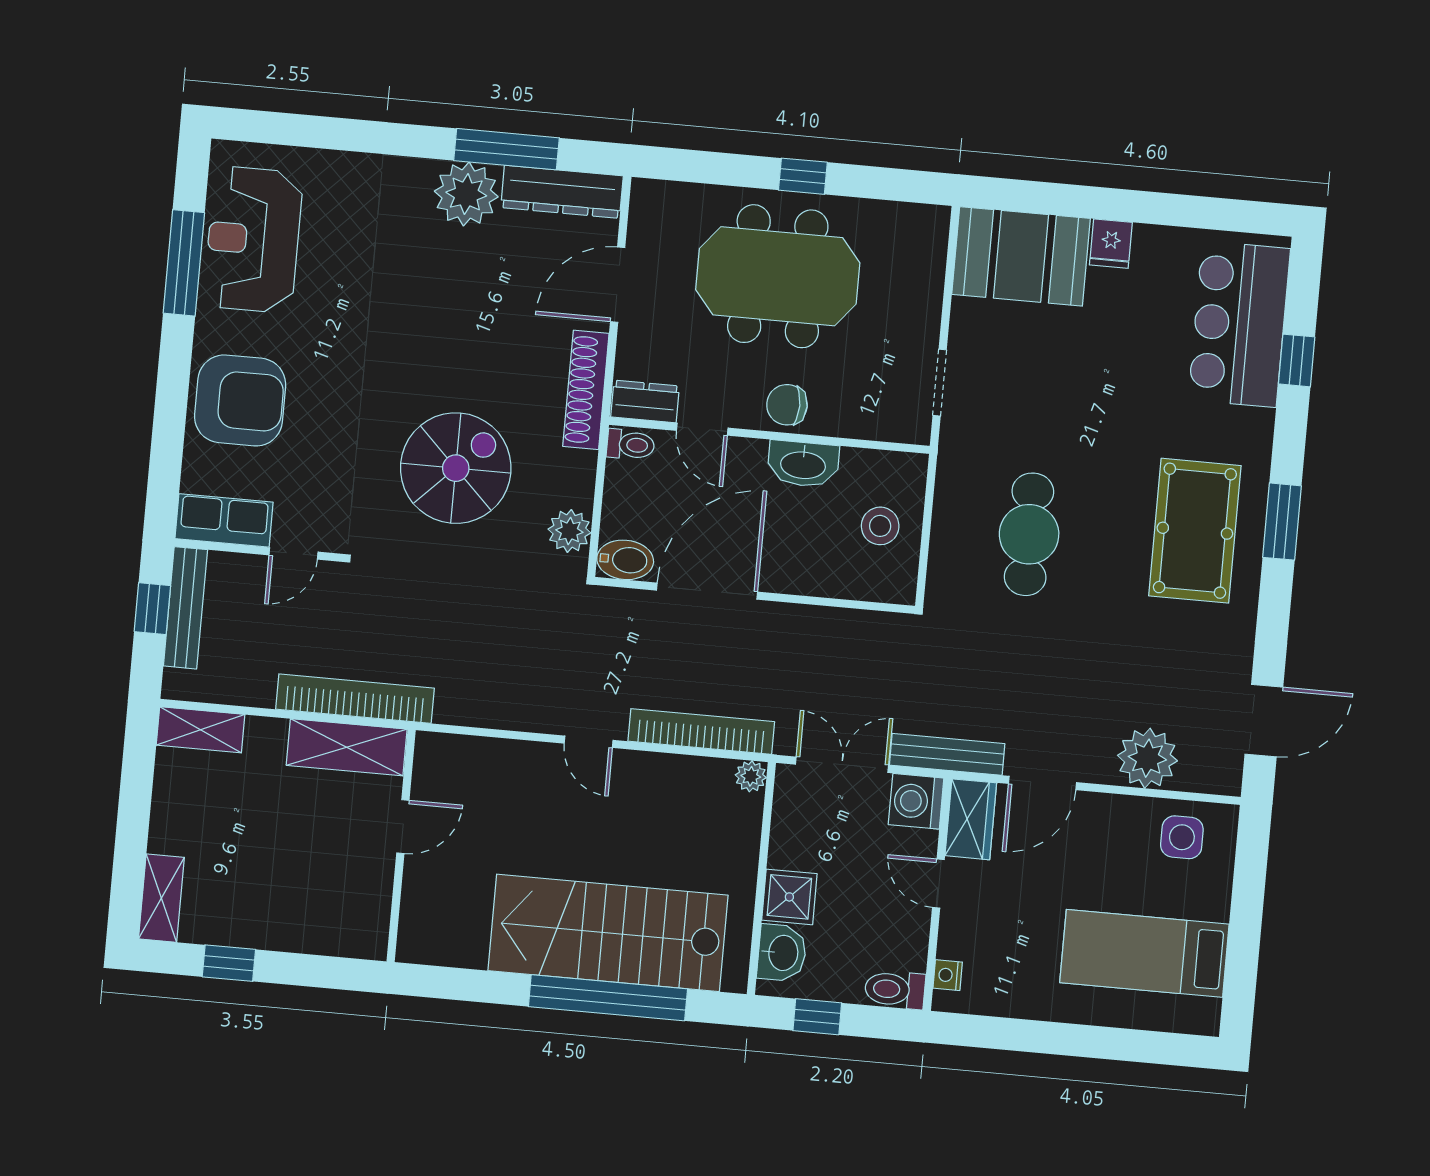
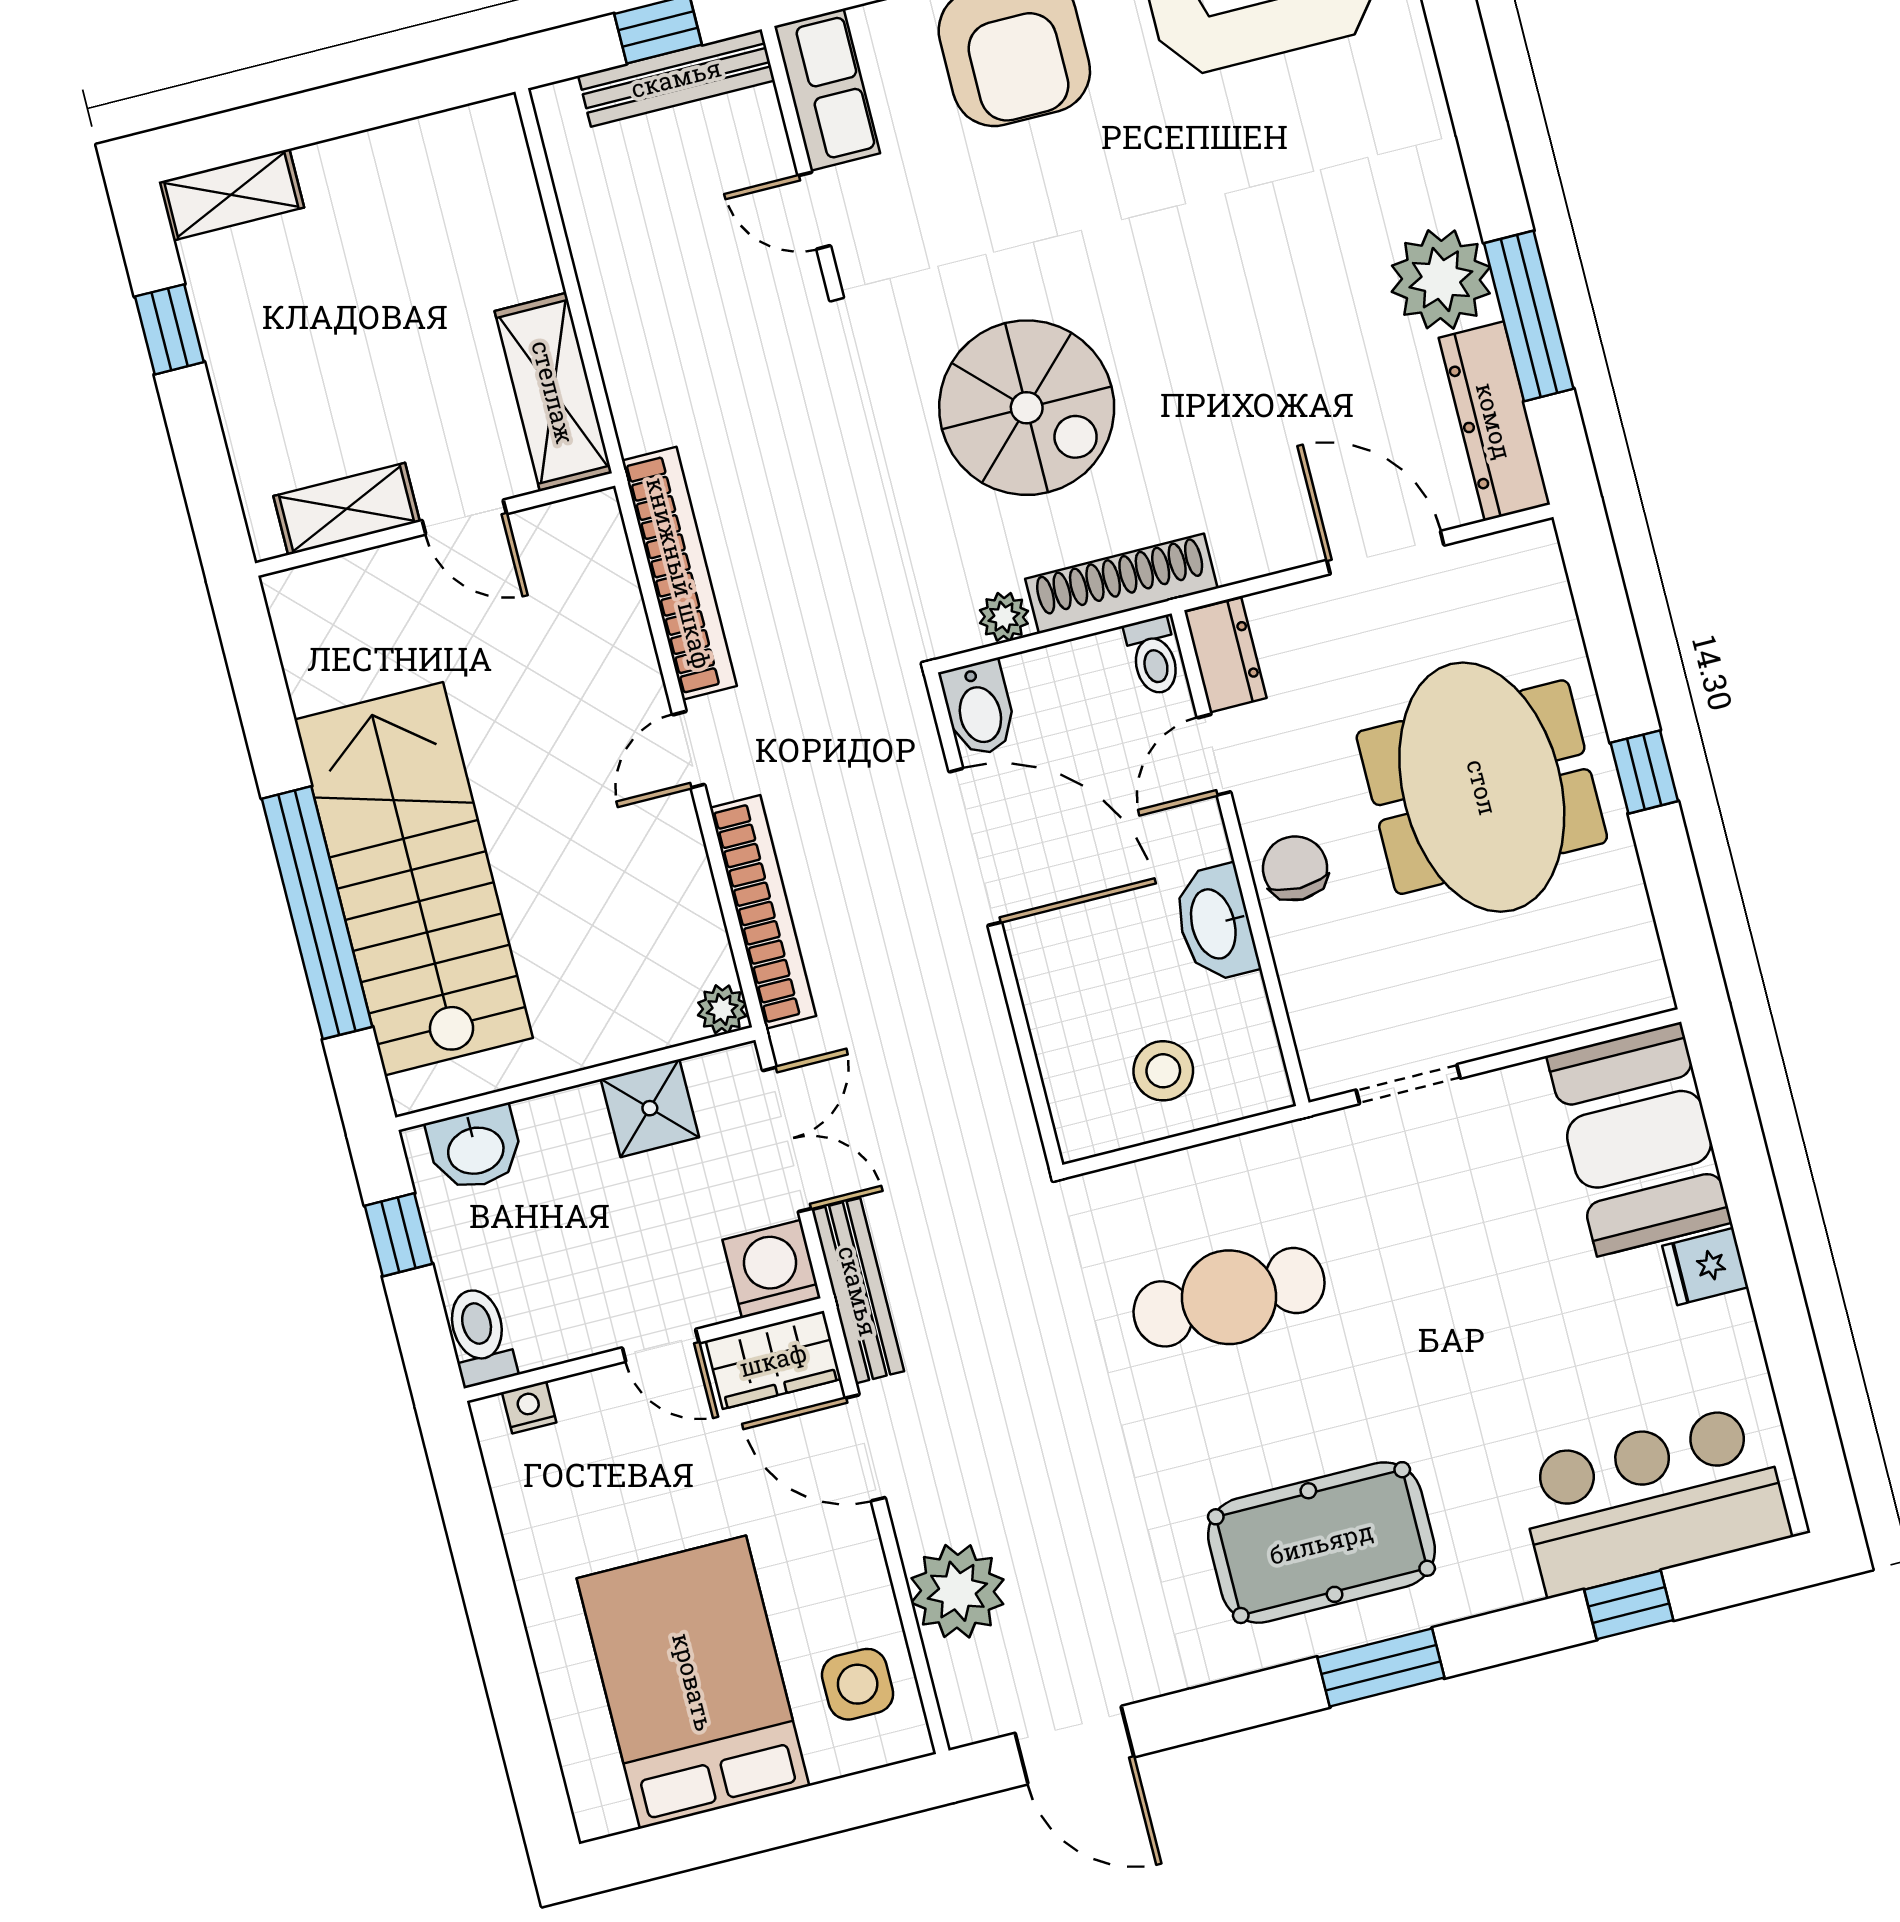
shoe rack: (586, 390) -> (1121, 584), moved
plant: (569, 531) -> (1004, 617), width x0.73, depth x0.73
bookcase: (355, 699) -> (679, 573), moved
shelving: (201, 730) -> (347, 509), moved, turned 90
door: (938, 884) -> (661, 1345), swing flipped
shower: (789, 897) -> (650, 1108), moved
bed: (1144, 953) -> (693, 1682), width x1.50

